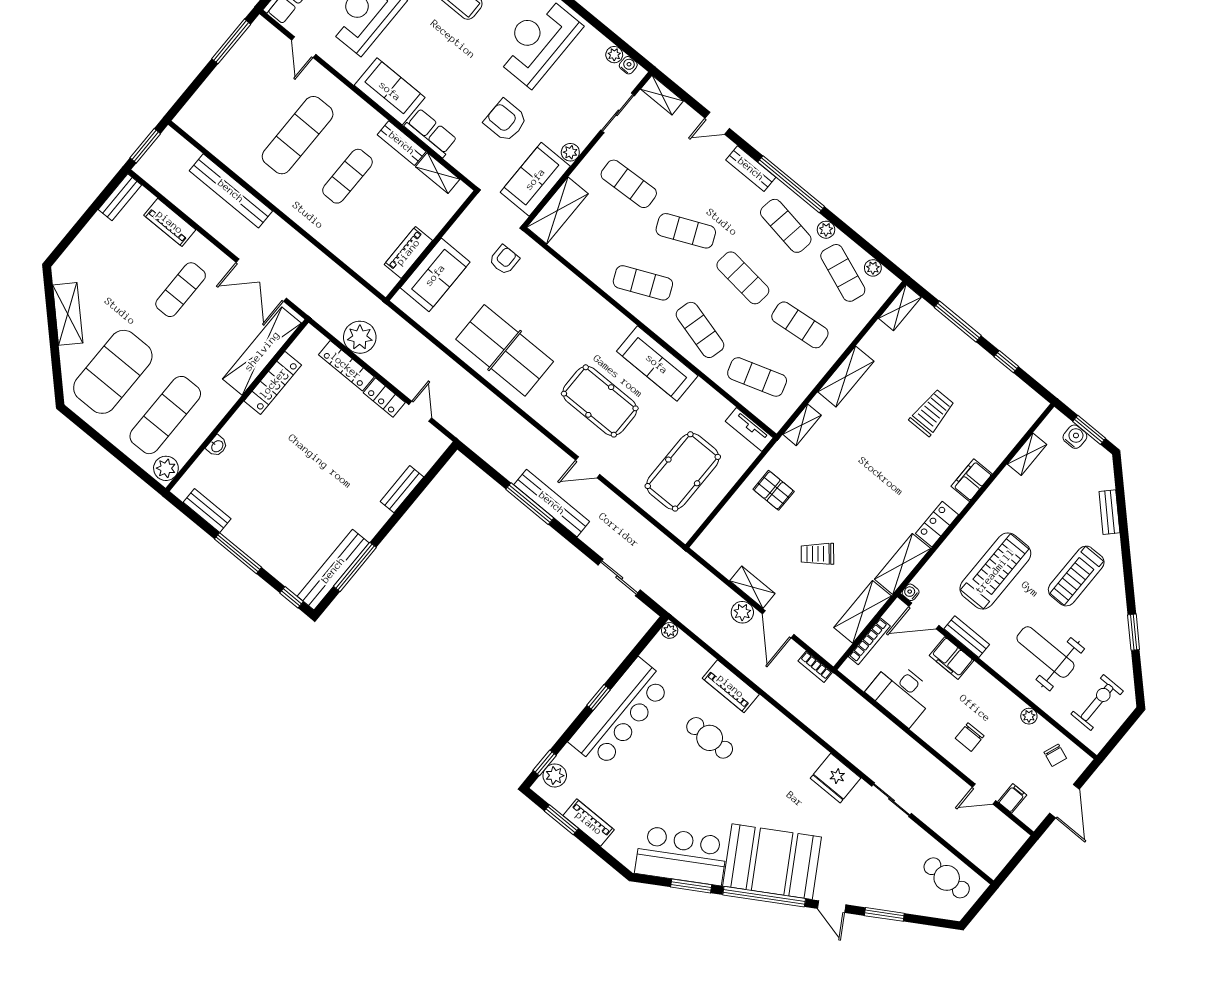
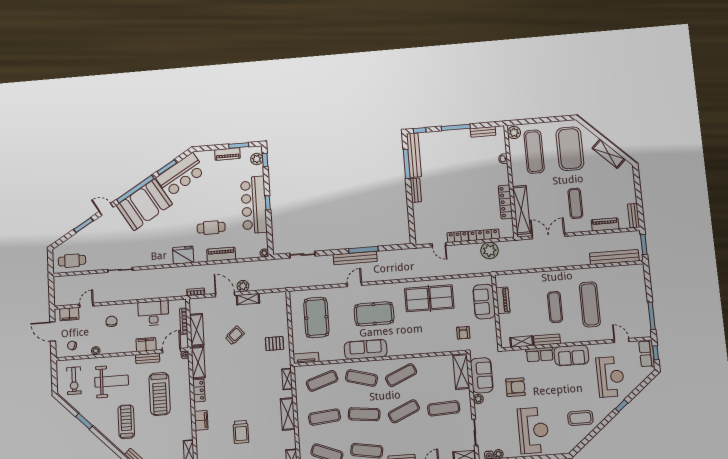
bench: (231, 191) -> (614, 257), moved
bench: (402, 489) -> (416, 190), moved
fridge: (836, 778) -> (183, 255), moved
filing cabinet: (1012, 798) -> (69, 314), width x2.00

